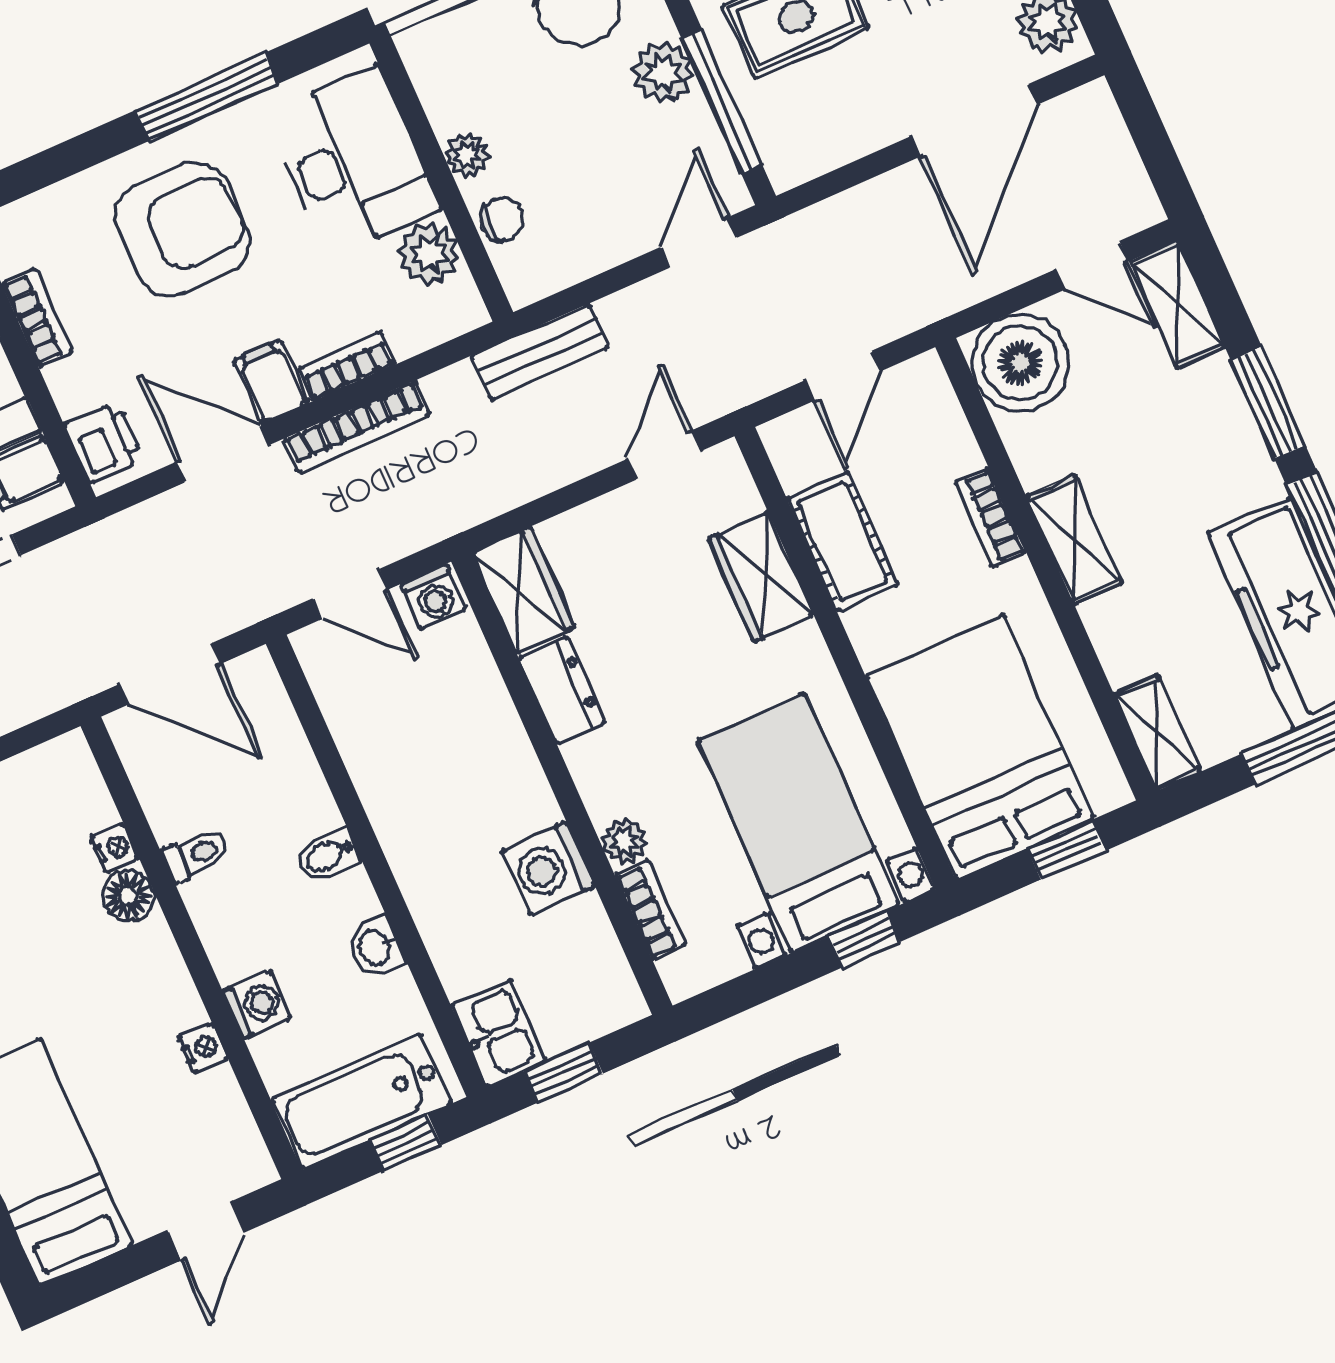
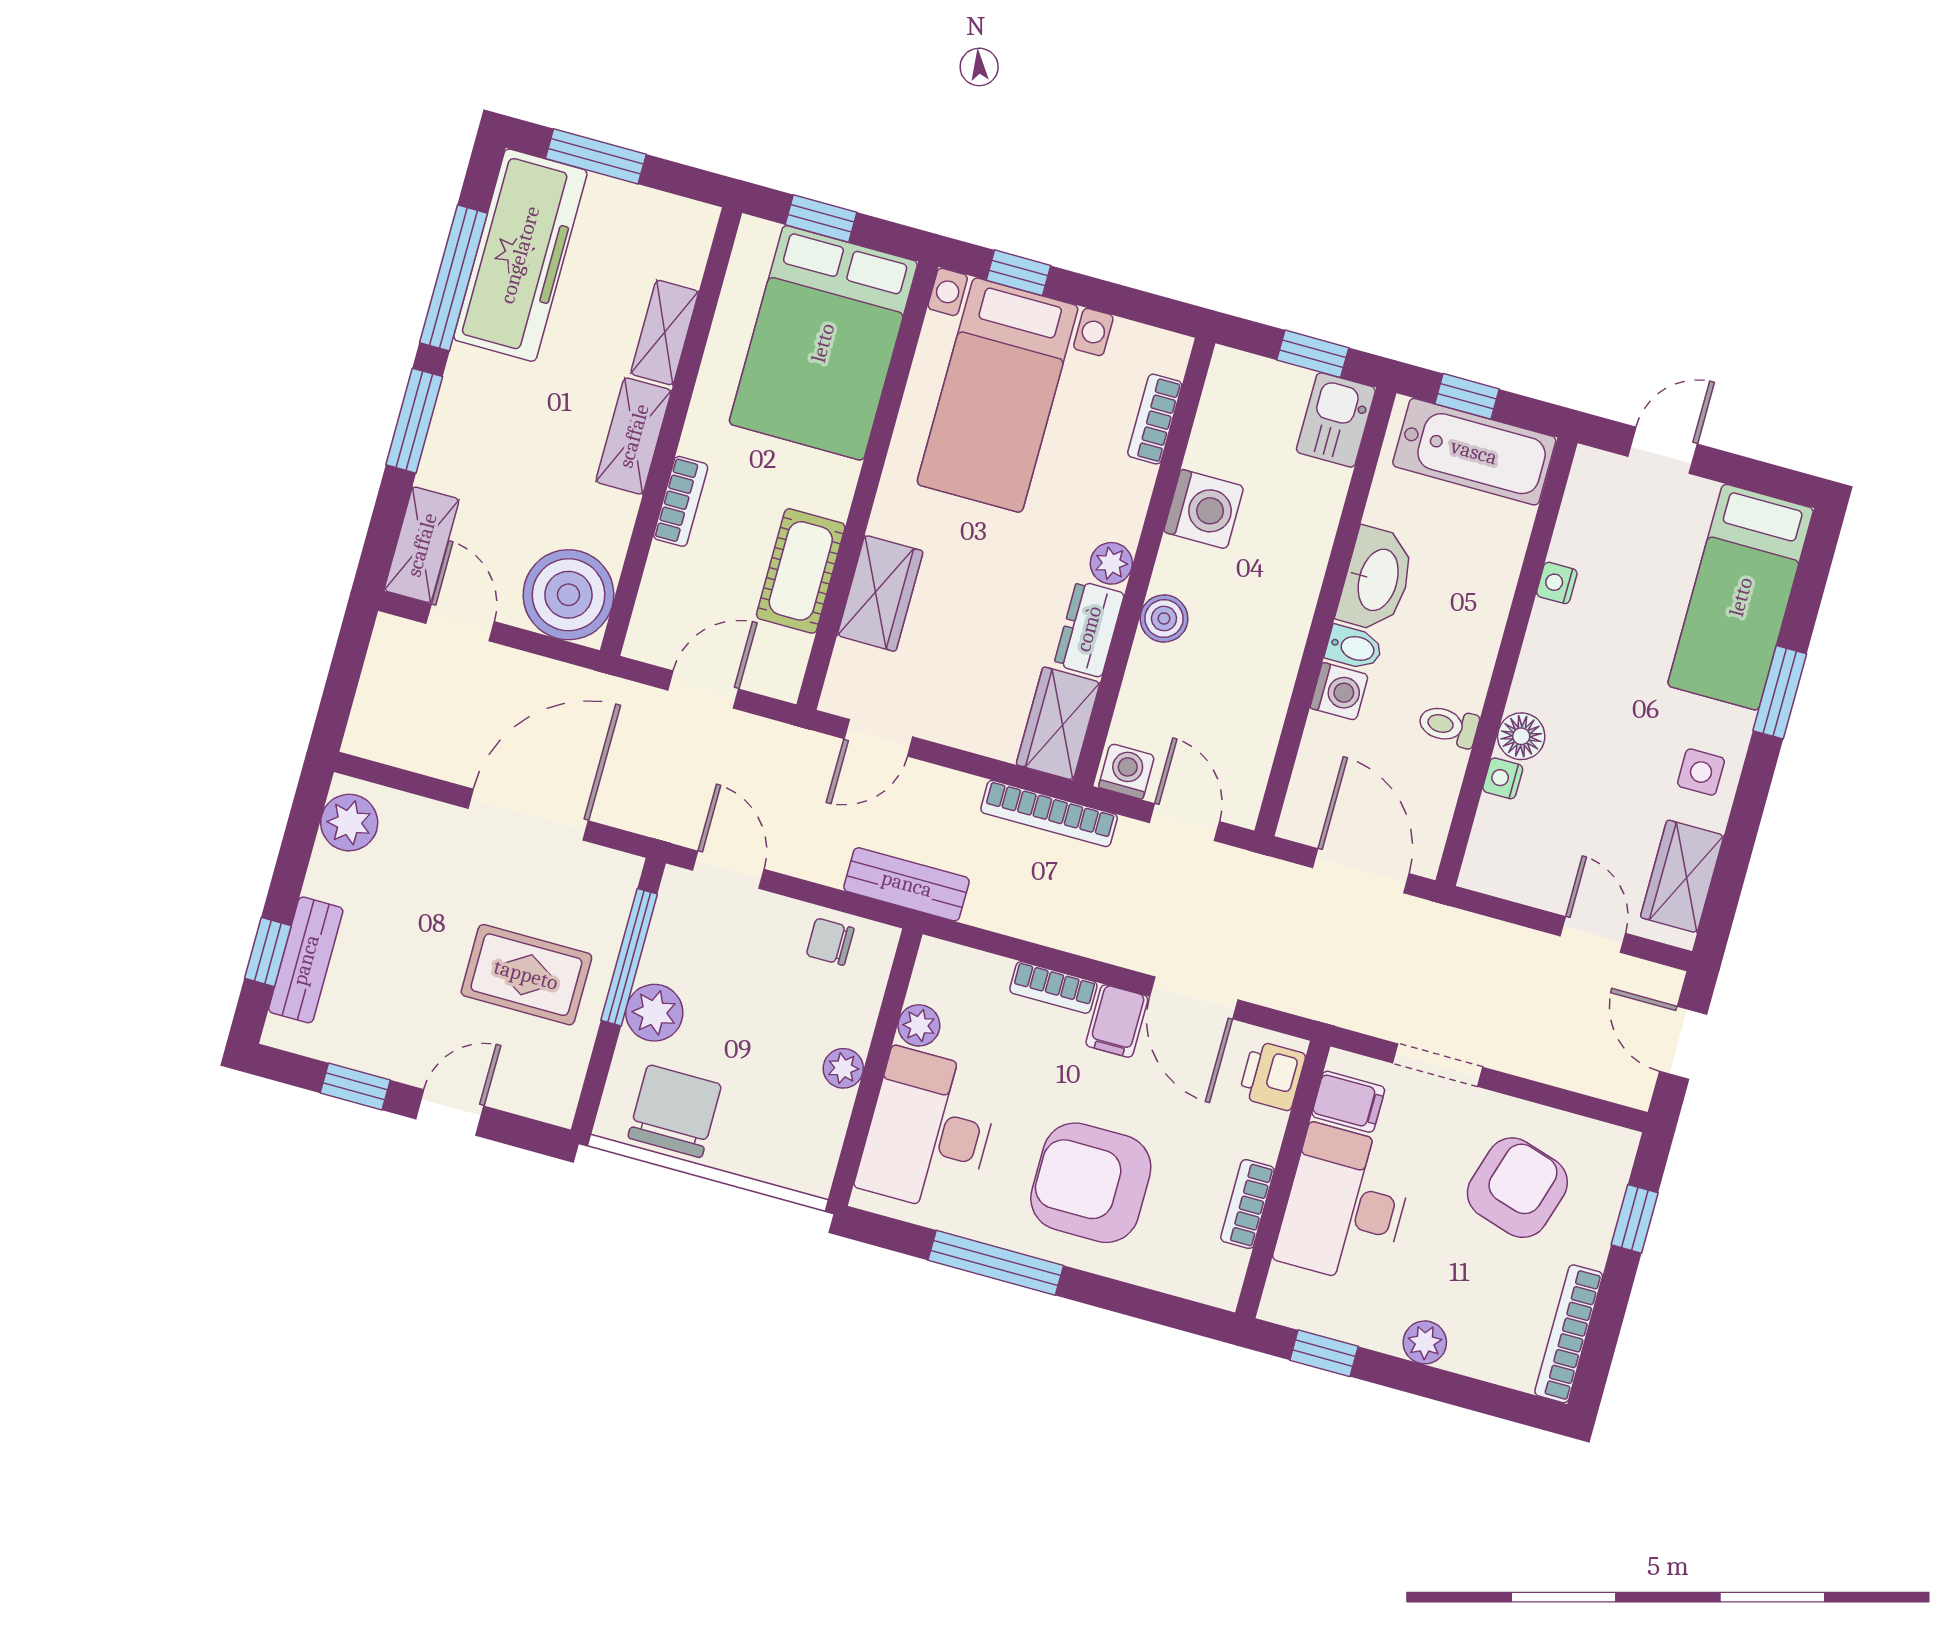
door: (974, 120) -> (528, 815), moved
chair: (501, 219) -> (830, 942), moved
door: (699, 242) -> (728, 870), swing flipped
plant: (429, 254) -> (919, 1025), width x0.73, depth x0.73
bookcase: (357, 427) -> (1049, 813), moved, turned 180
shelving: (1157, 733) -> (665, 333), moved
boiler: (507, 750) -> (1164, 619), added
plant: (624, 841) -> (1111, 563), moved
washbasin: (376, 947) -> (1376, 579), width x1.91, depth x1.45
washing machine: (257, 1005) -> (1339, 691), moved, turned 180

